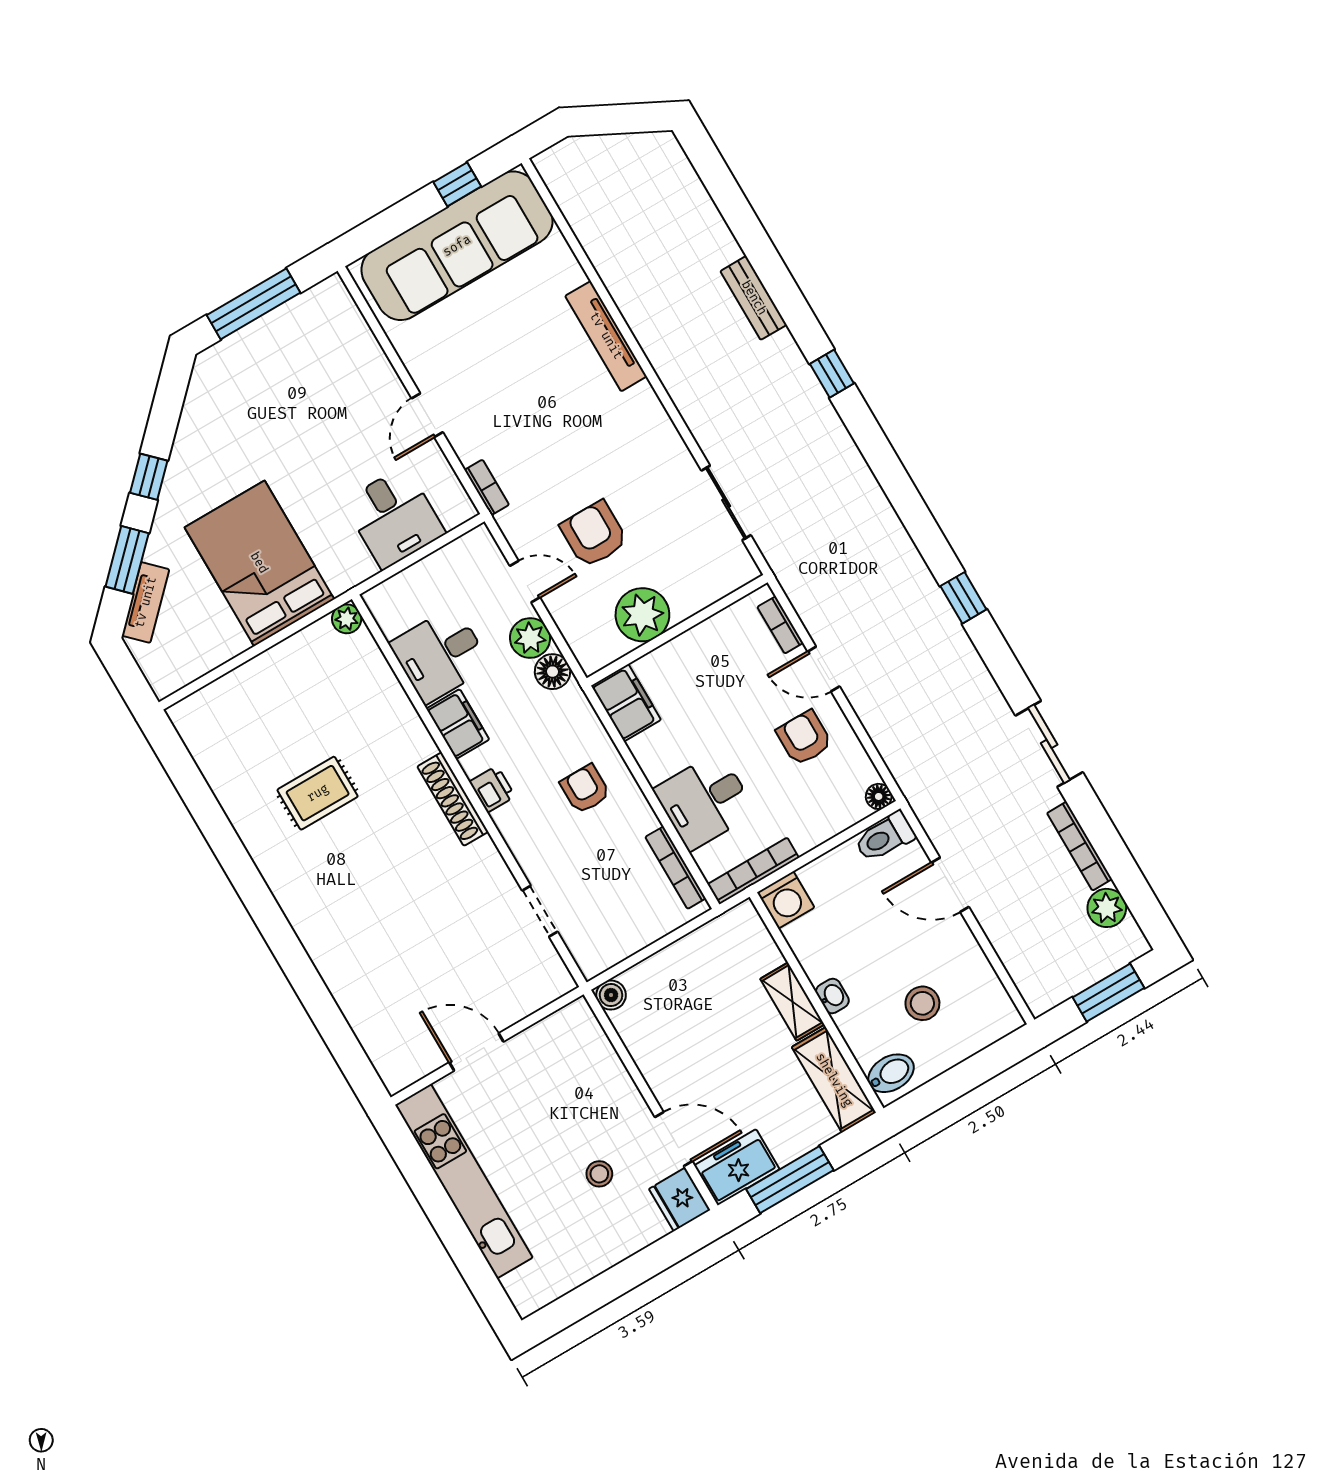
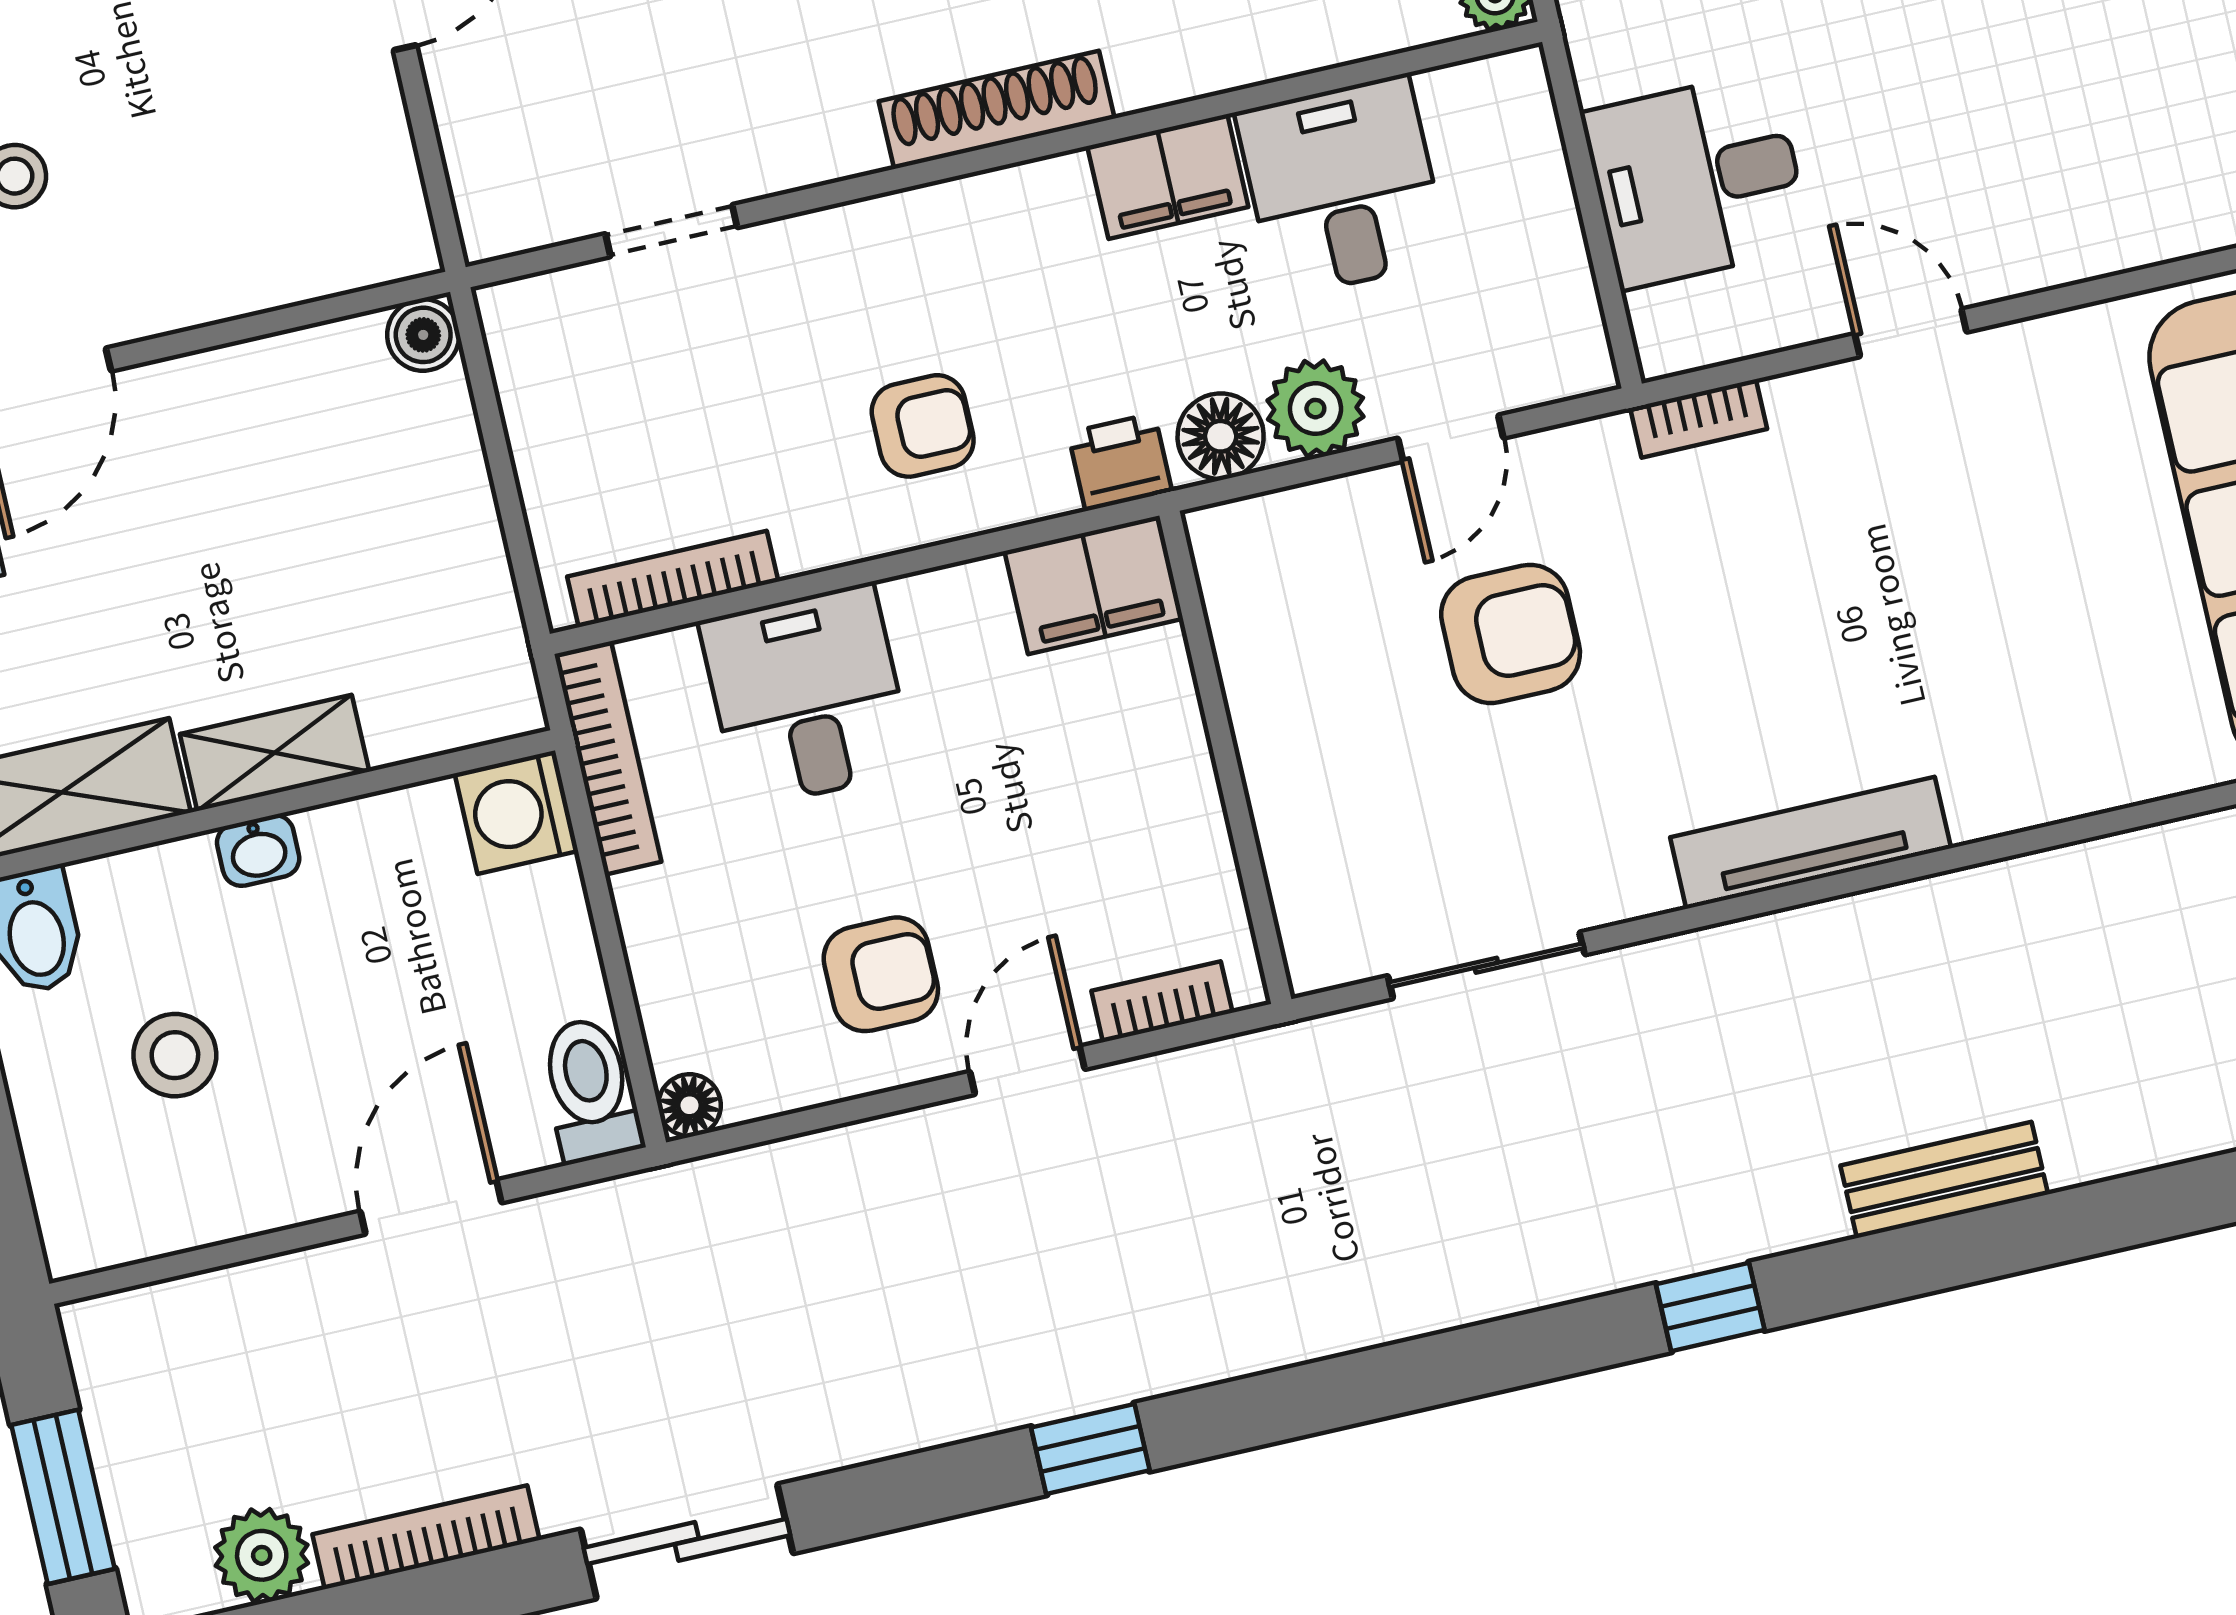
tv unit: (606, 336) -> (1811, 843), moved
plant: (642, 615) -> (1287, 688), removed
printer: (492, 789) -> (1120, 462), moved, turned 180

